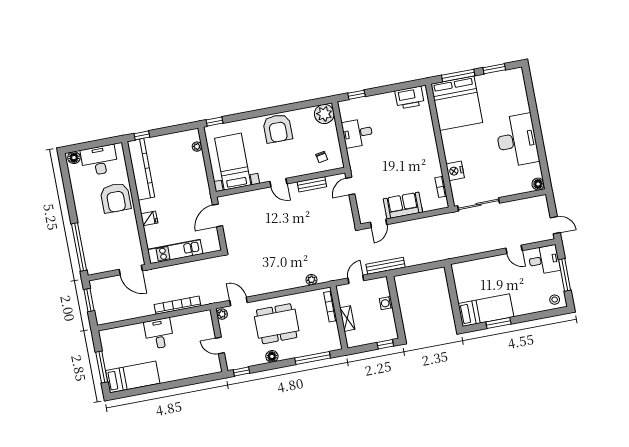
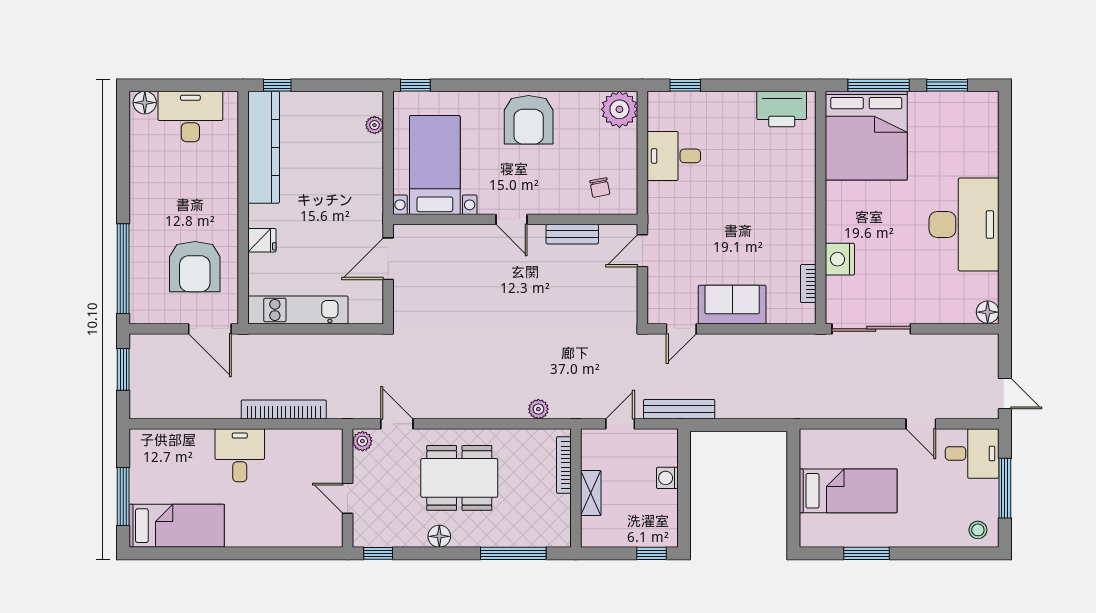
armchair: (115, 198) -> (195, 267), moved
bed: (486, 310) -> (848, 491), moved

